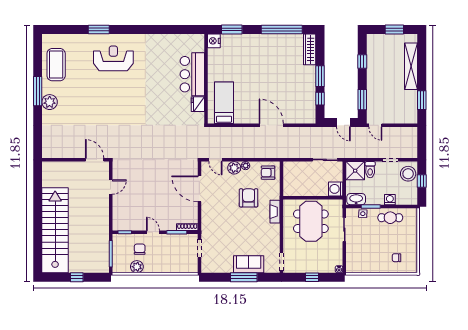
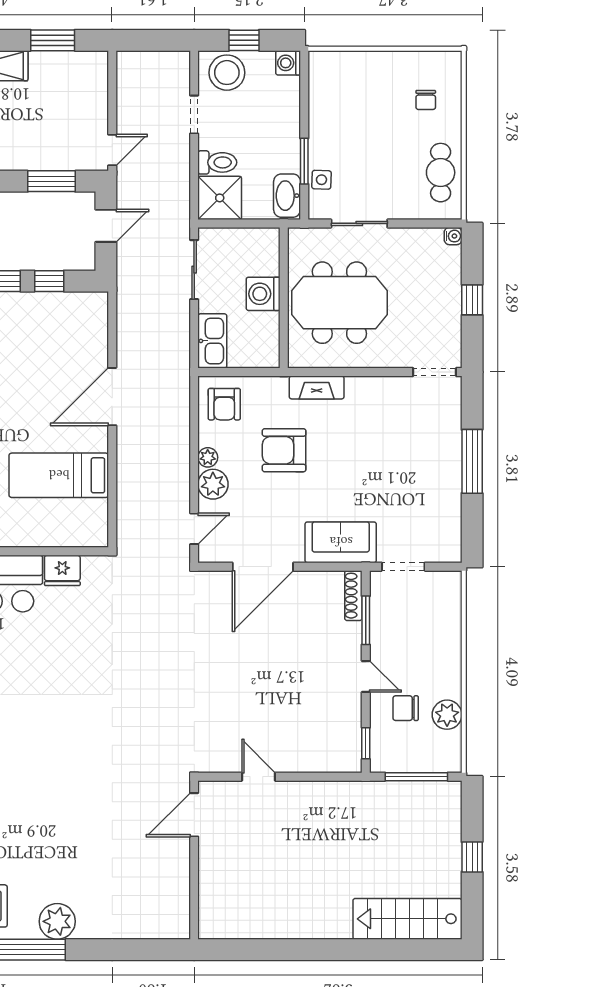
bed: (224, 103) -> (59, 475), moved
kitchen sink: (295, 168) -> (212, 341), added
washing machine: (336, 189) -> (263, 294), moved, turned 90
washing machine: (390, 200) -> (288, 63), moved
cafe table: (390, 218) -> (441, 173), moved
stairs: (55, 230) -> (407, 919), width x0.54, depth x0.66
door: (153, 232) -> (366, 677), swing flipped
sofa: (249, 264) -> (341, 542), moved, turned 90

